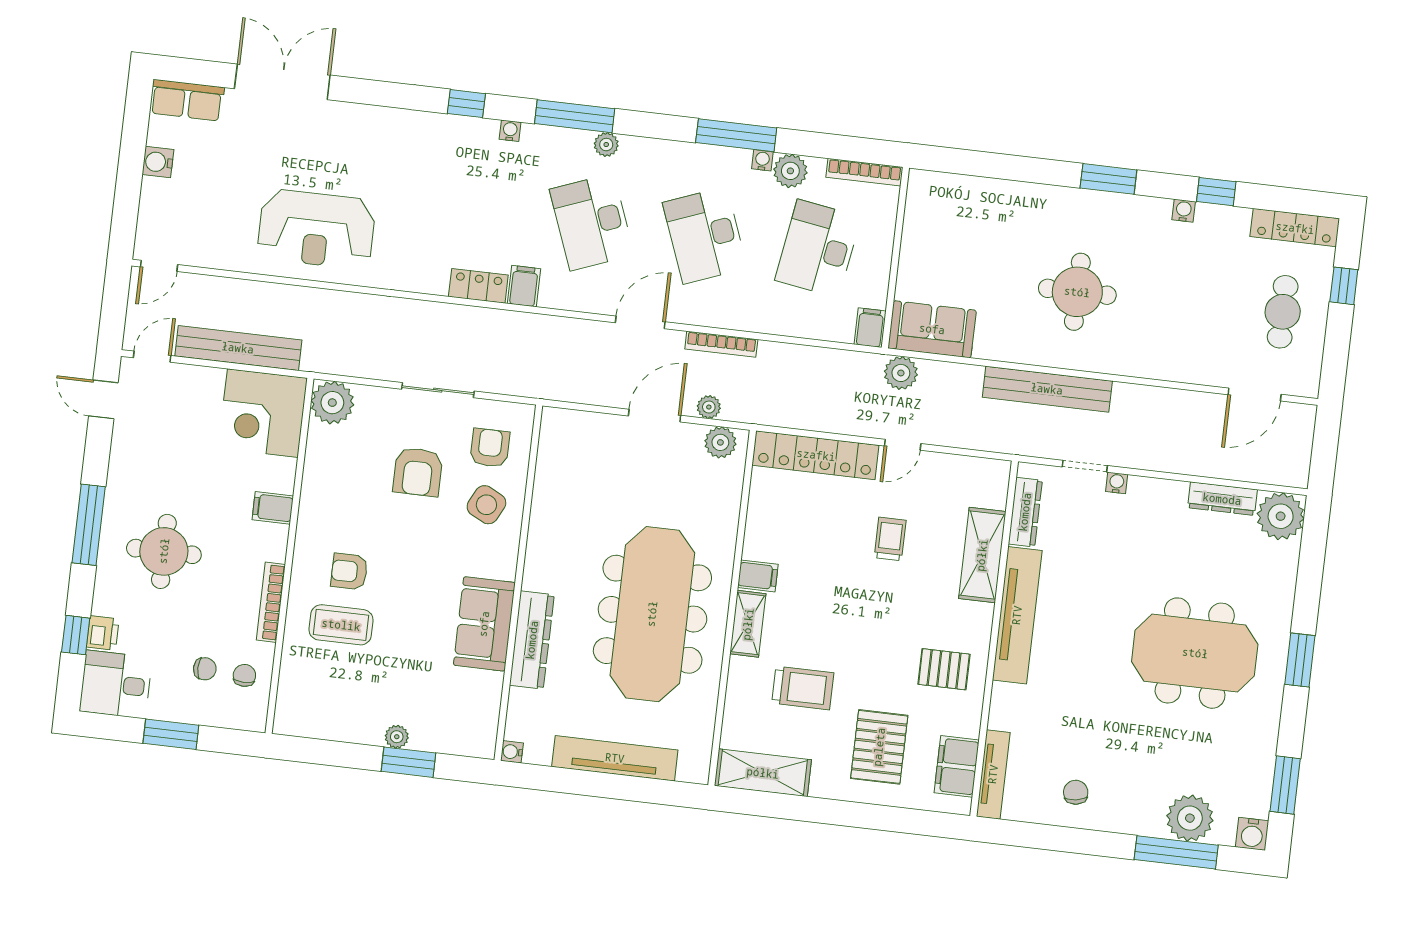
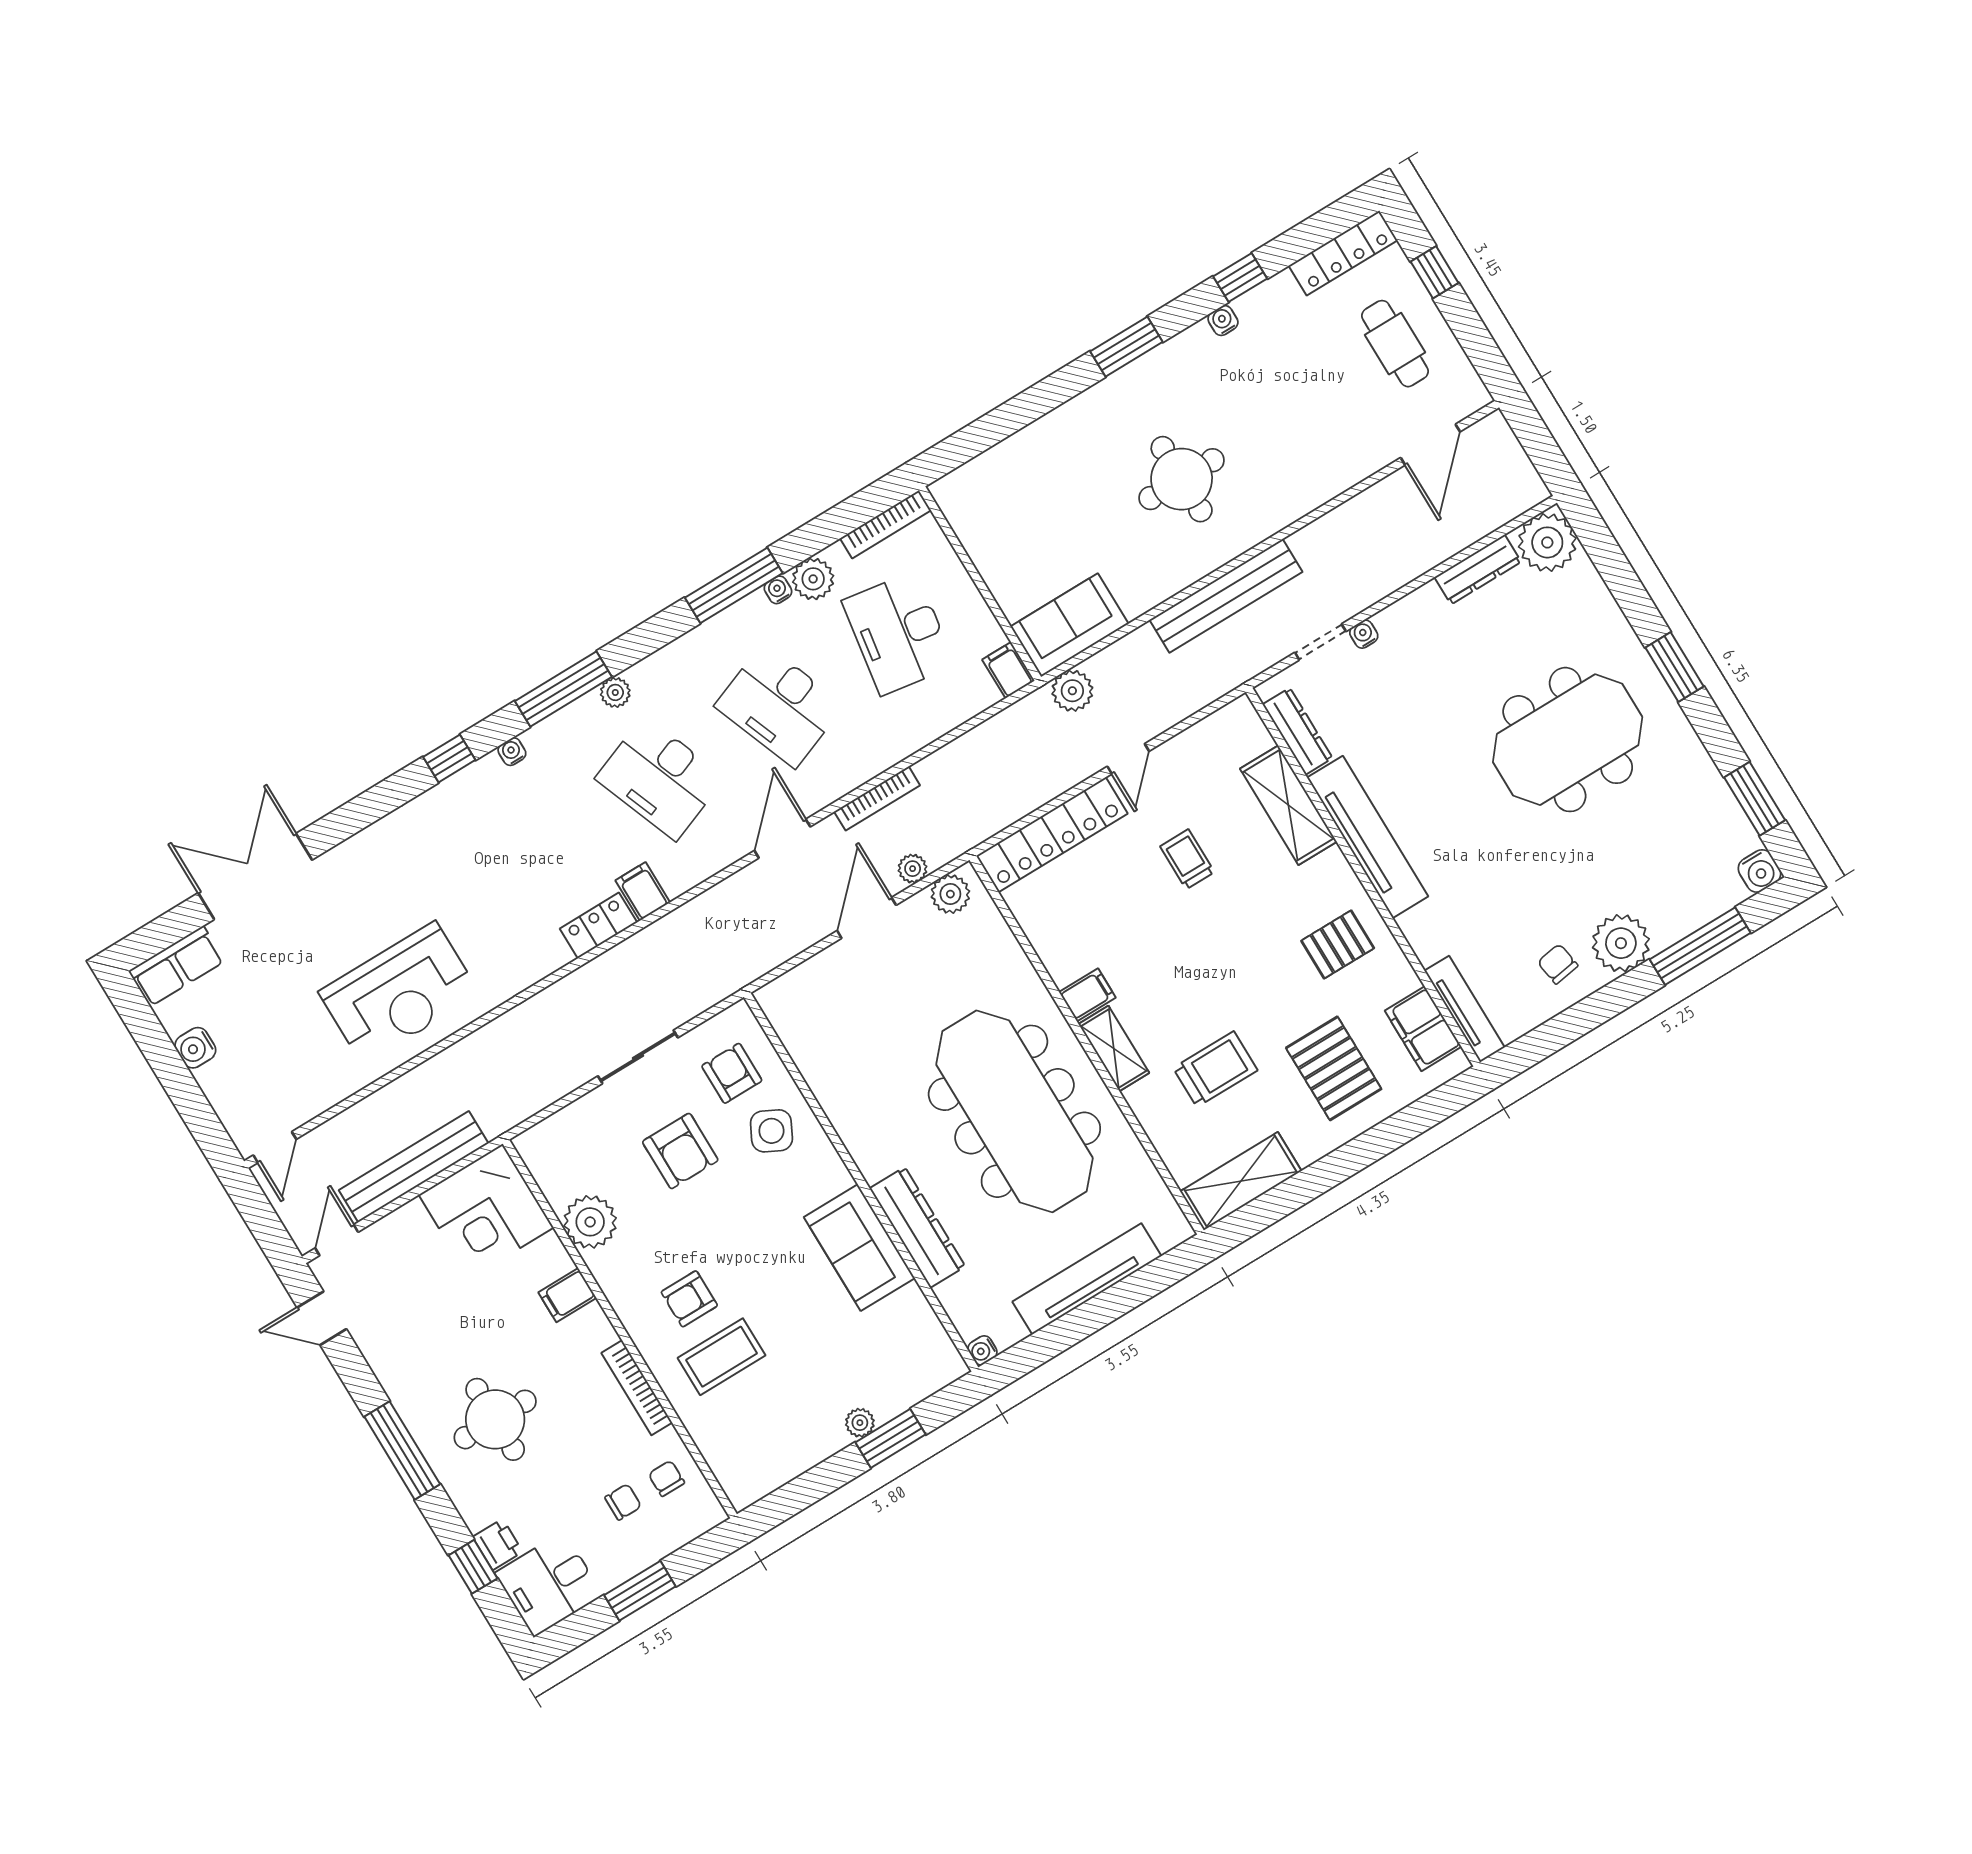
plant: (332, 403) -> (590, 1222), moved
plant: (1190, 818) -> (1621, 943), moved

